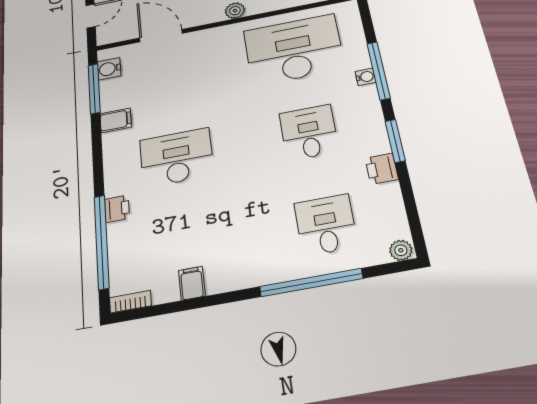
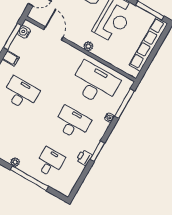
window: (379, 71) -> (125, 104), moved
desk: (309, 132) -> (72, 123), width x1.37
plant: (401, 250) -> (15, 162), moved

